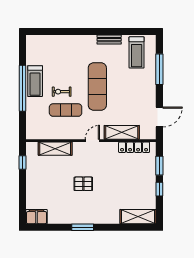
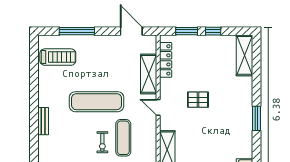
bench: (109, 40) -> (43, 121), moved
pallet: (83, 184) -> (198, 100), moved, turned 90

